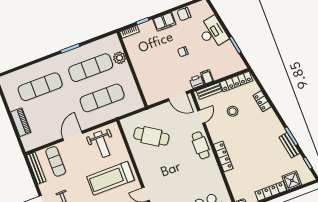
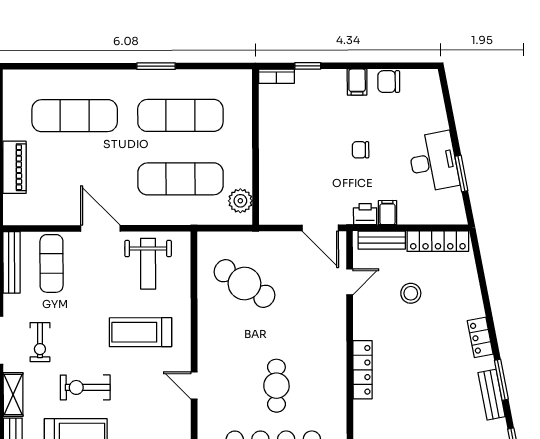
filing cabinet: (164, 22) -> (357, 82), width x0.50
desk: (212, 32) -> (433, 162), moved
plant: (120, 58) -> (240, 201), moved
locker: (262, 101) -> (480, 337), moved
door: (73, 136) -> (100, 228), hinge flipped
cafe table: (201, 145) -> (276, 386), moved
treadmill: (110, 178) -> (141, 332), width x0.73, depth x0.73

